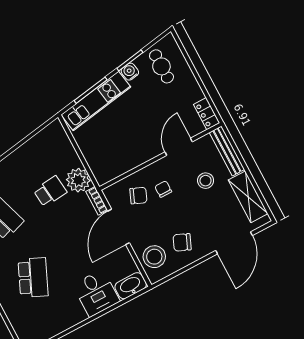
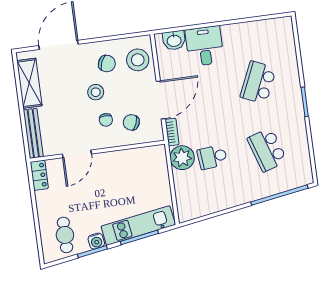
stool: (206, 181) -> (96, 92), moved
washbasin: (131, 286) -> (174, 40), width x0.72

